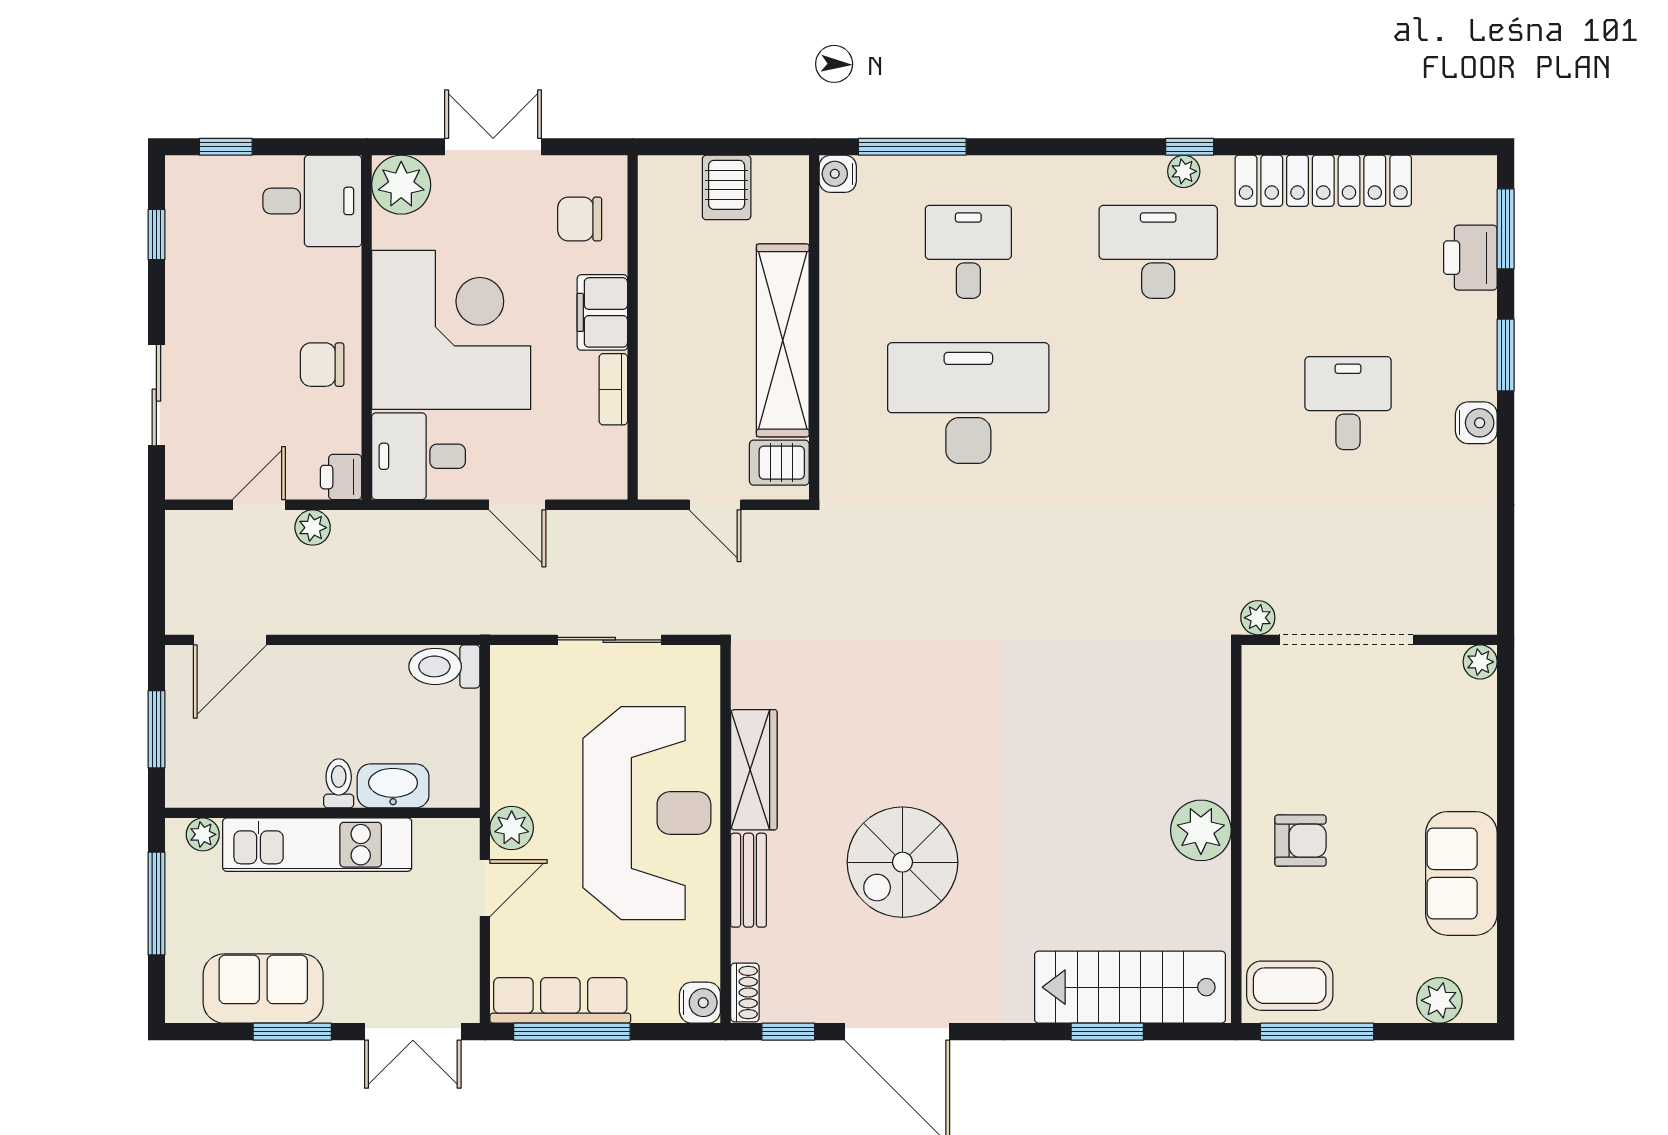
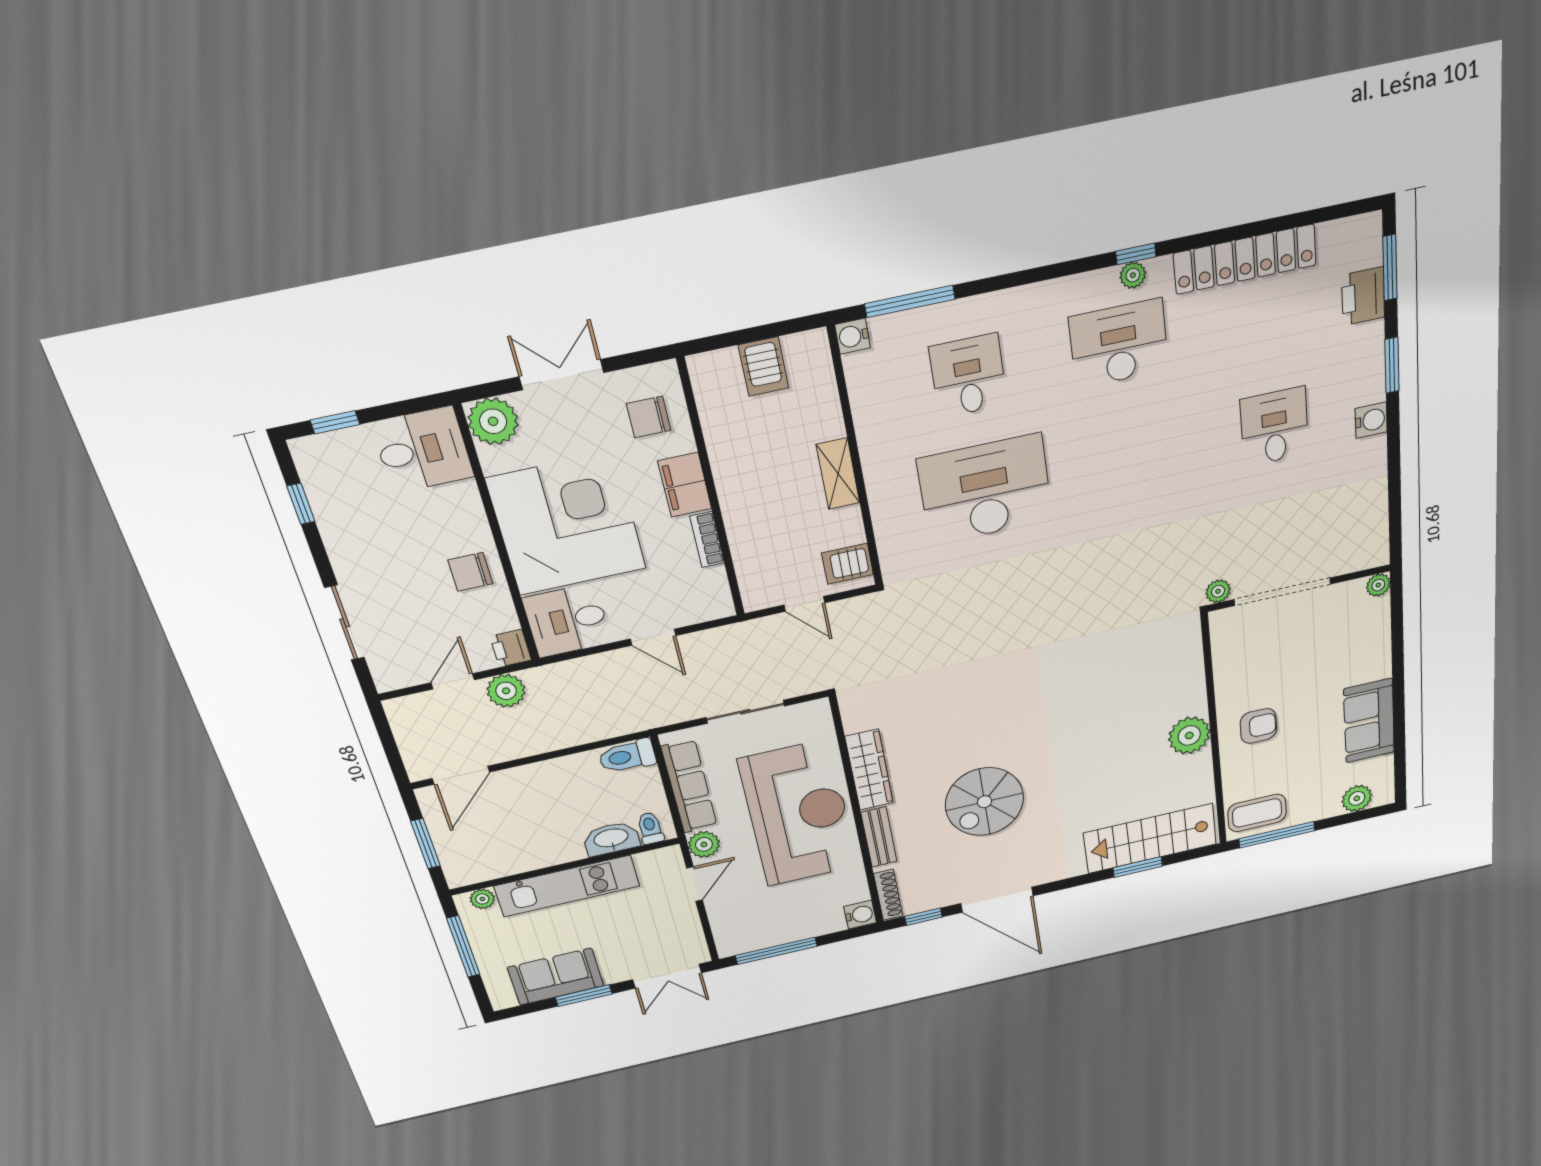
shelving: (783, 340) -> (838, 474), width x0.45, depth x0.75
plant: (313, 528) -> (506, 691), width x1.38, depth x1.38
toilet: (339, 783) -> (650, 828), moved
shoe rack: (745, 993) -> (888, 895), width x1.43
row of seats: (560, 1000) -> (689, 786), moved, turned 90

